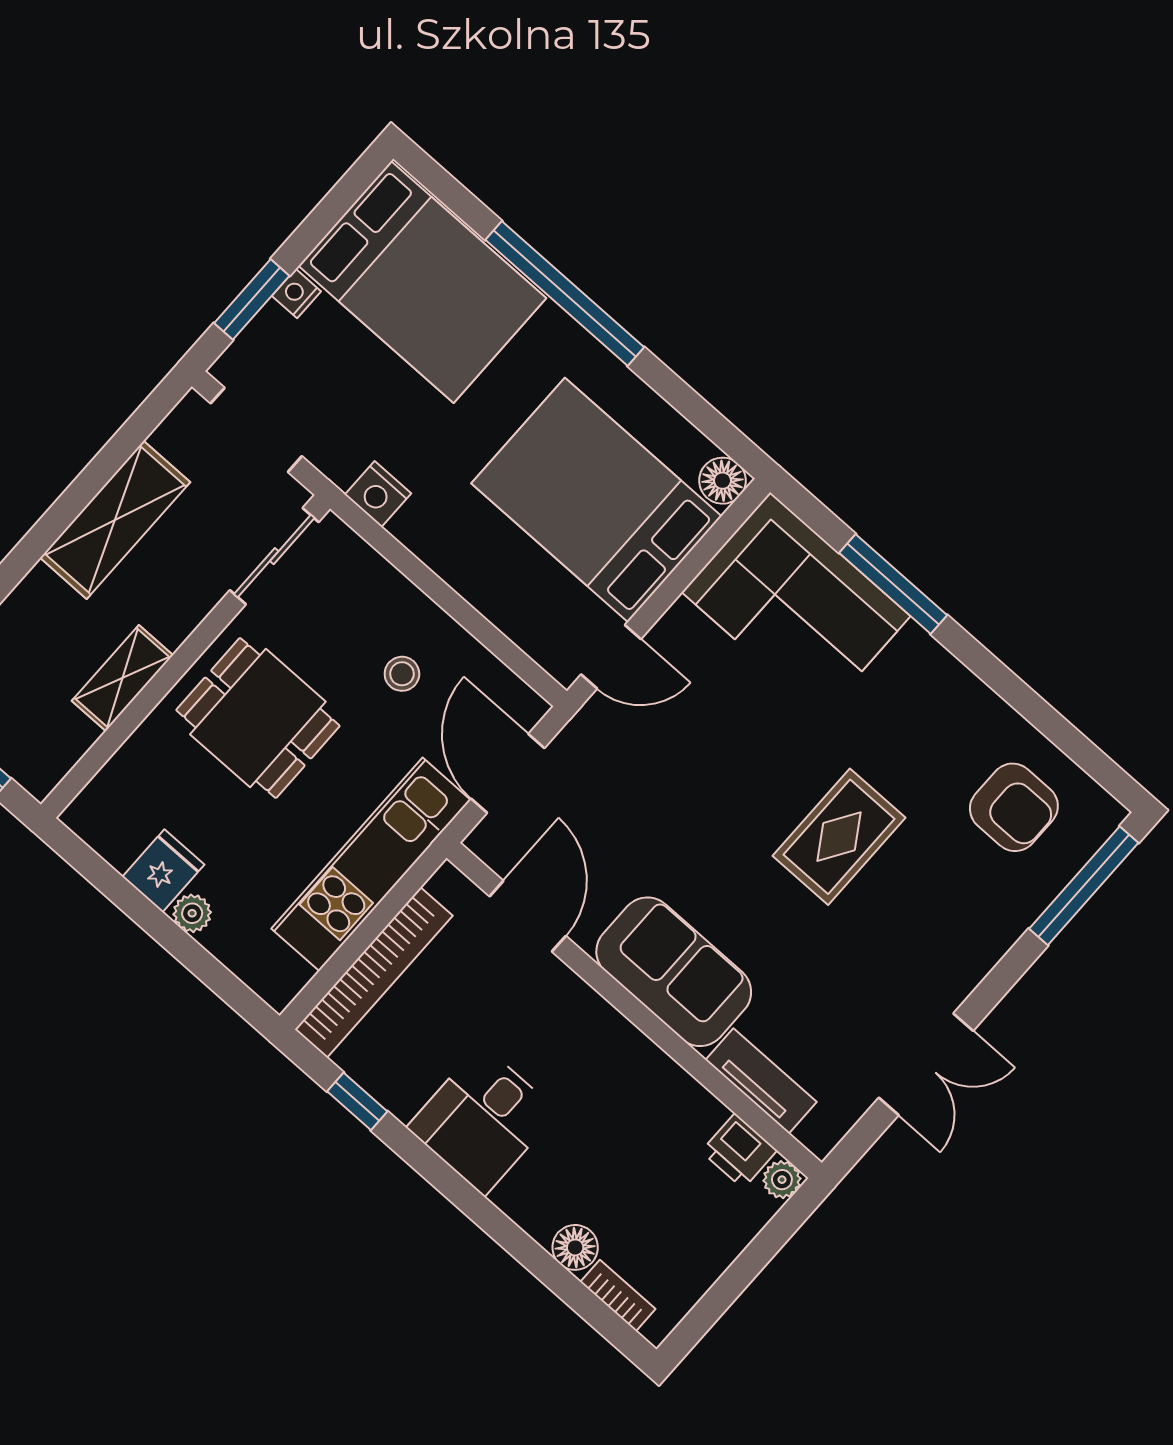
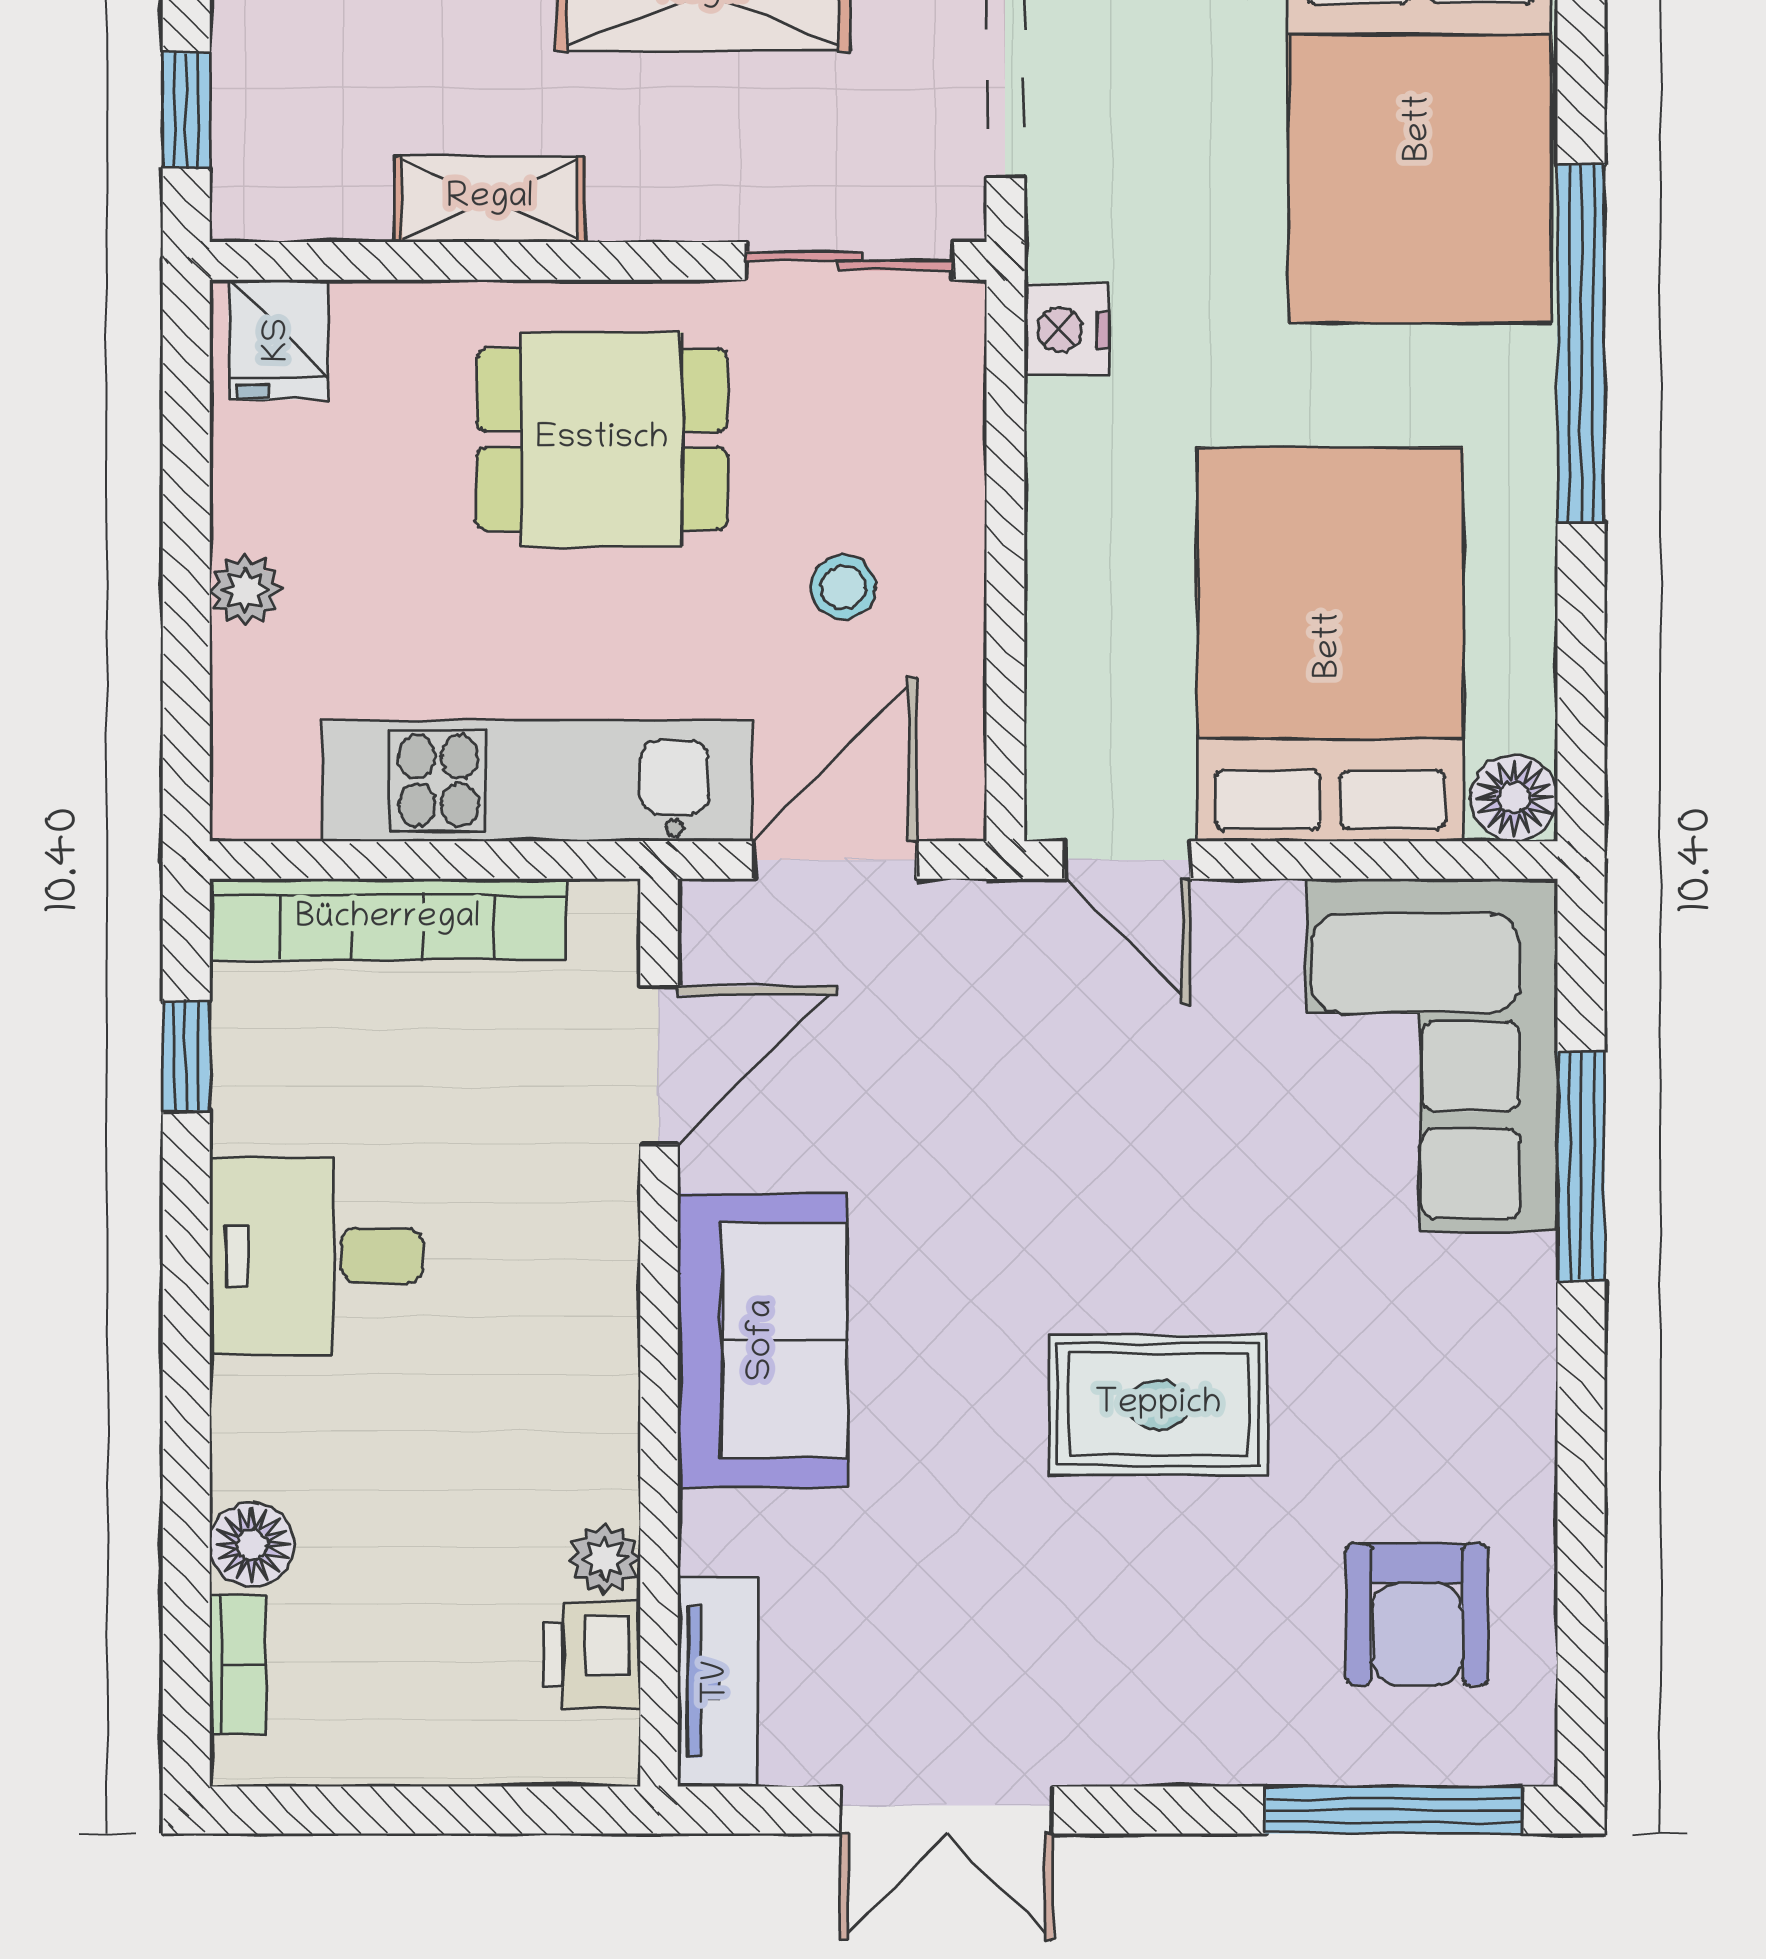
dining table: (258, 718) -> (602, 440), turned 90
fridge: (163, 871) -> (279, 340), moved, turned 90
tv unit: (761, 1081) -> (718, 1682), moved
plant: (782, 1180) -> (605, 1559), moved

